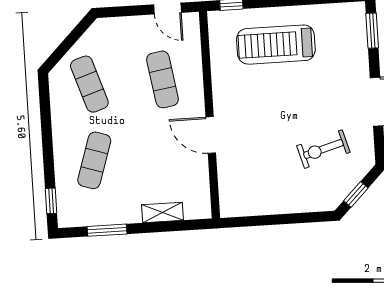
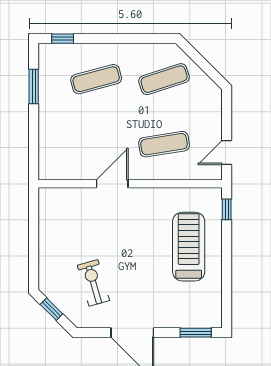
exercise mat: (94, 160) -> (96, 79), turned -33
shelving: (162, 212) -> (46, 137), removed

